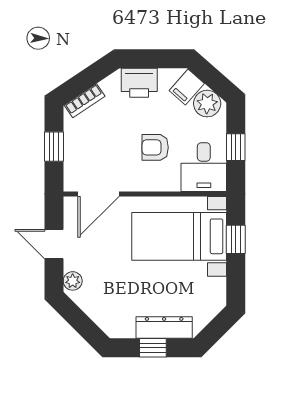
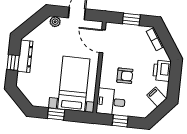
plant: (207, 104) -> (146, 107), removed
armchair: (155, 147) -> (125, 76), turned 90
window: (236, 239) -> (56, 114), moved
dresser: (164, 327) -> (25, 56), moved

